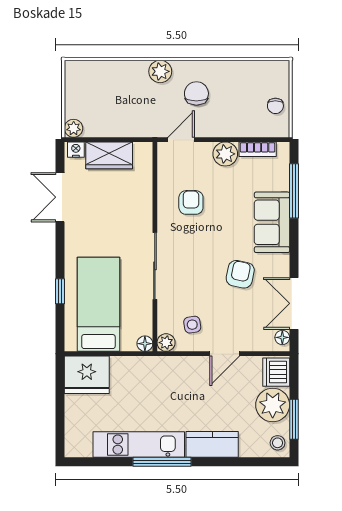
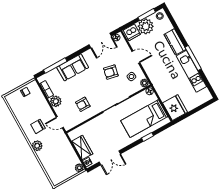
armchair: (240, 274) -> (111, 72), moved

